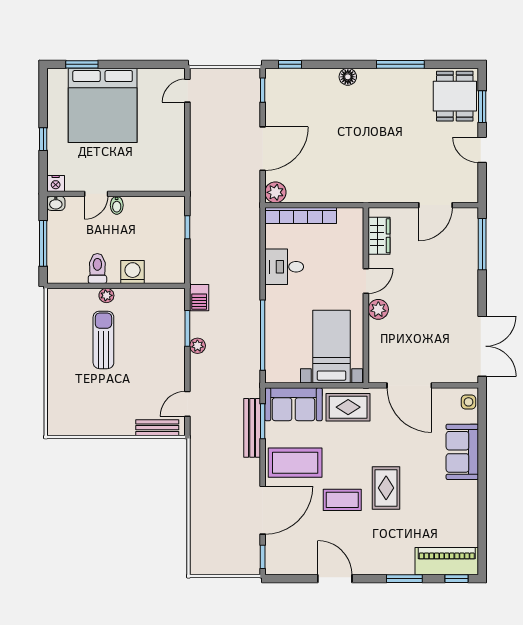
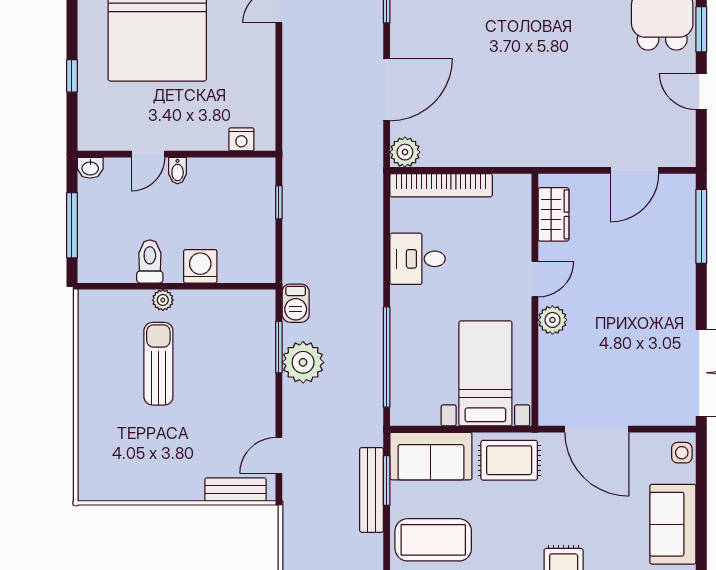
nightstand: (56, 183) -> (241, 139), moved
plant: (197, 346) -> (303, 362), width x1.87, depth x1.87

